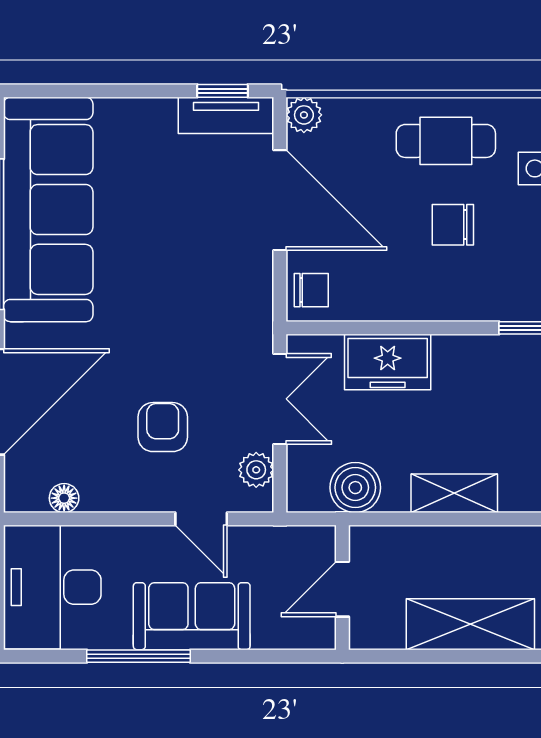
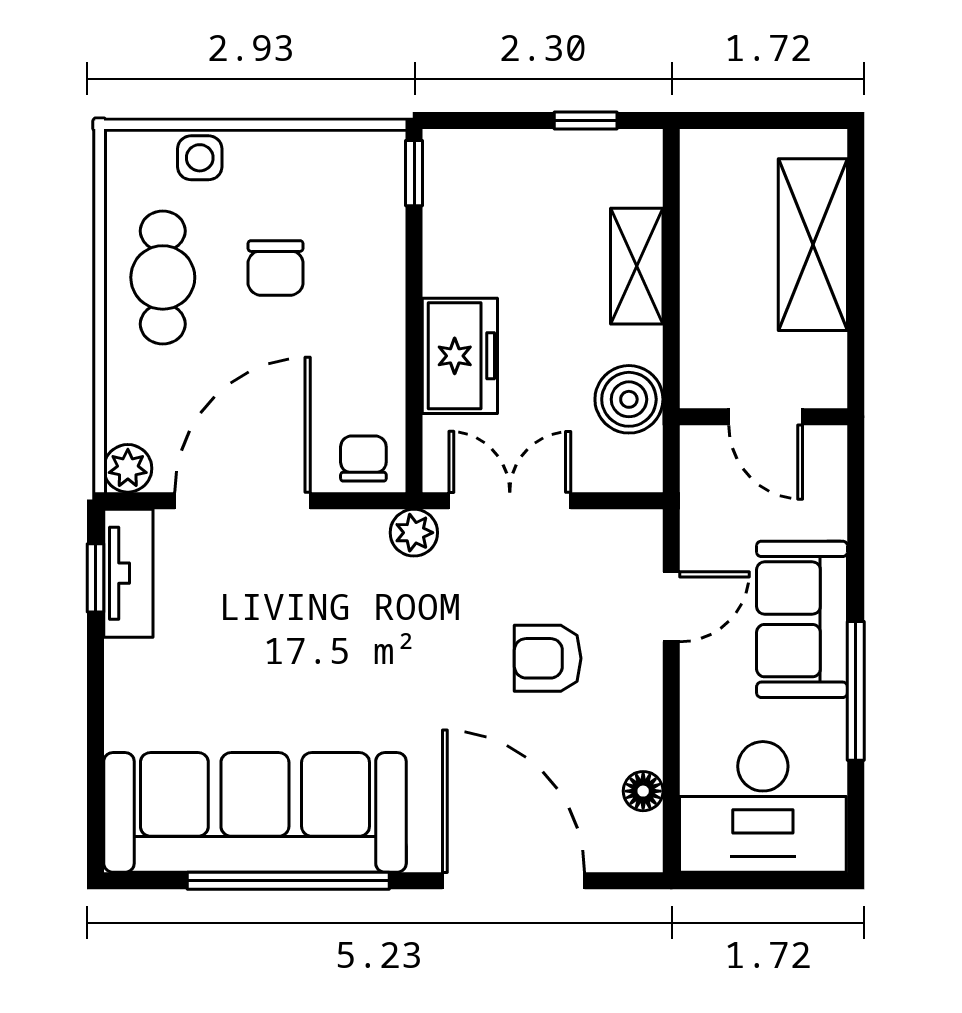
plant: (256, 470) -> (414, 533), moved

